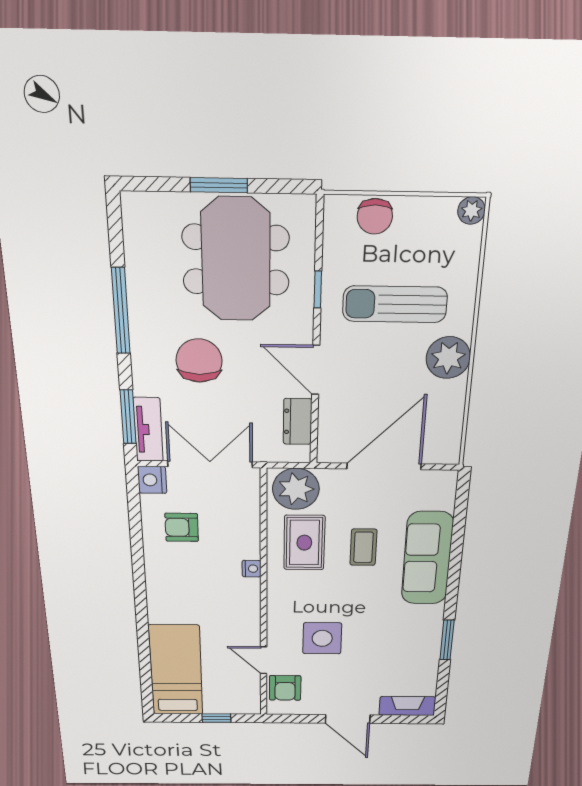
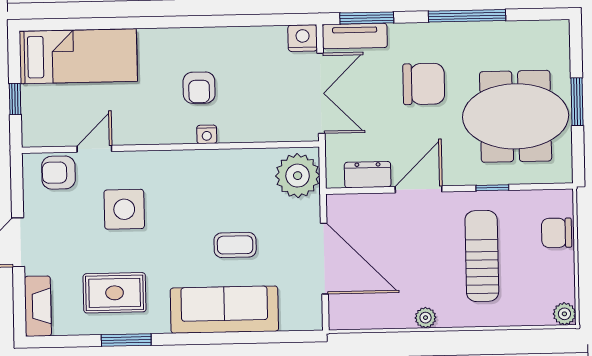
plant: (448, 358) -> (426, 318), width x0.53, depth x0.53
armchair: (182, 527) -> (199, 88), moved, turned 180
rug: (304, 543) -> (115, 293), moved

